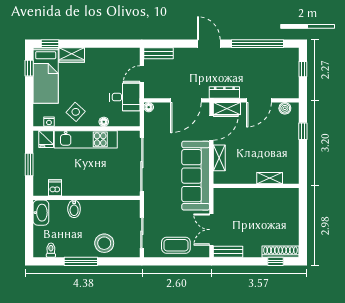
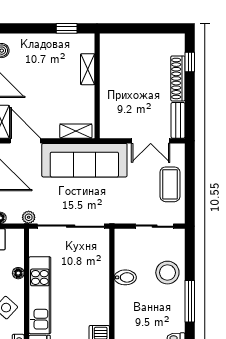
plant: (149, 130) -> (29, 217), added
window: (303, 131) -> (67, 28), moved
shelving: (219, 158) -> (76, 131), moved
bidet: (74, 209) -> (125, 277), moved
shoe rack: (280, 252) -> (178, 78), moved

